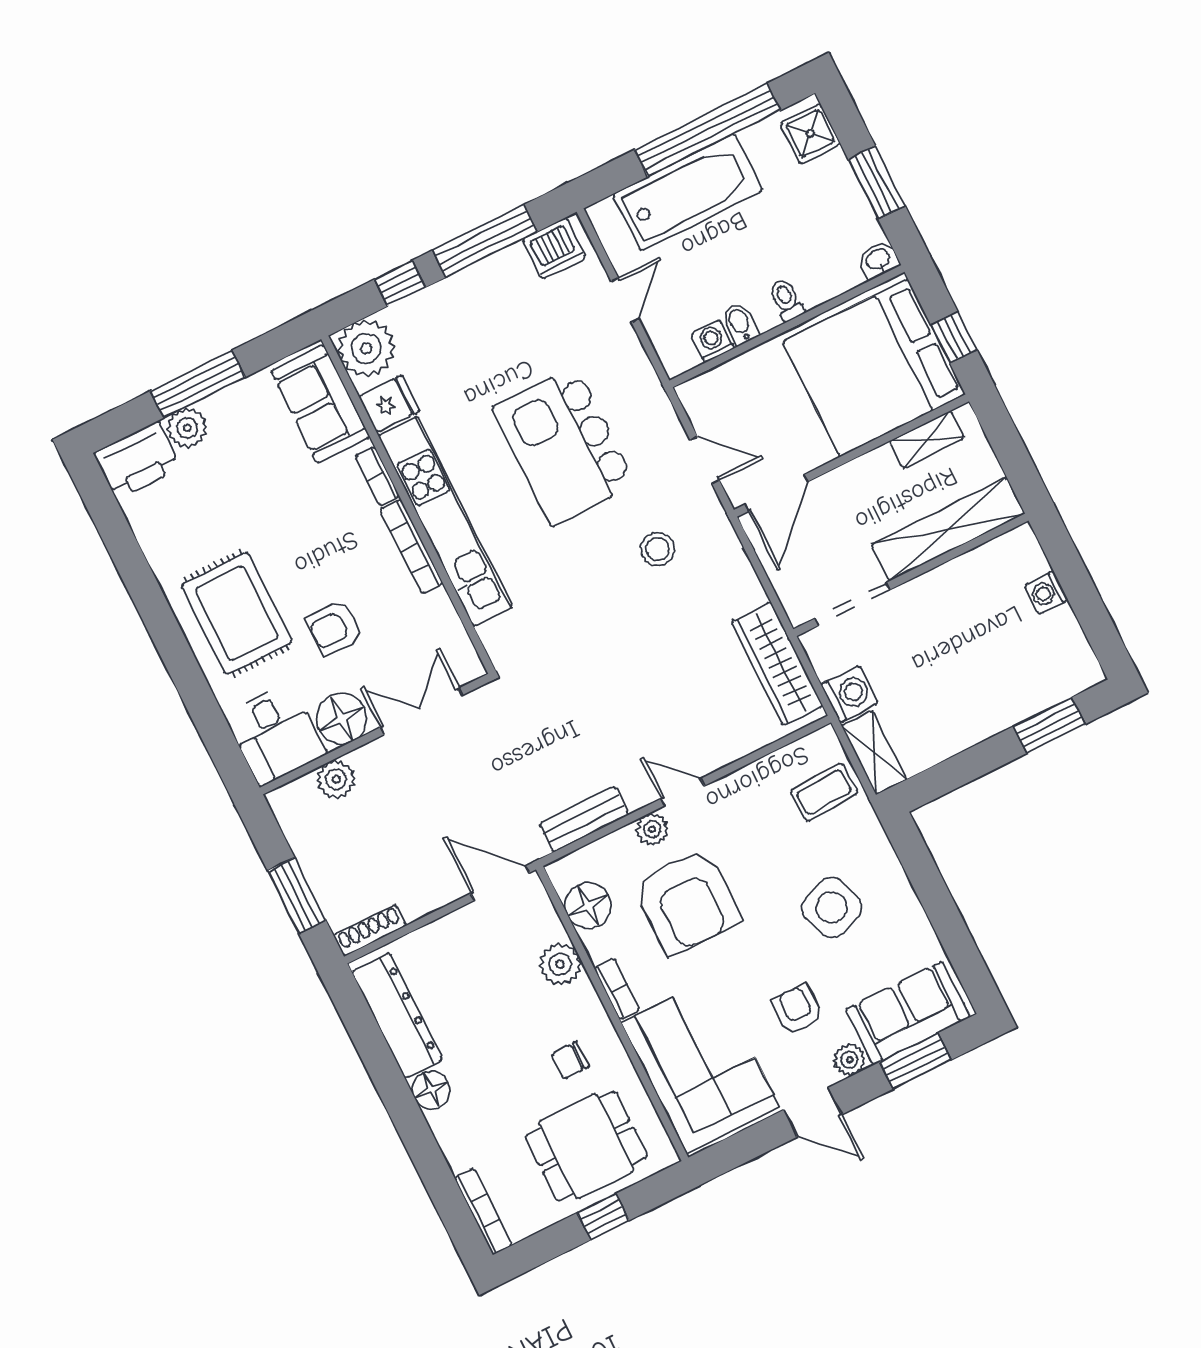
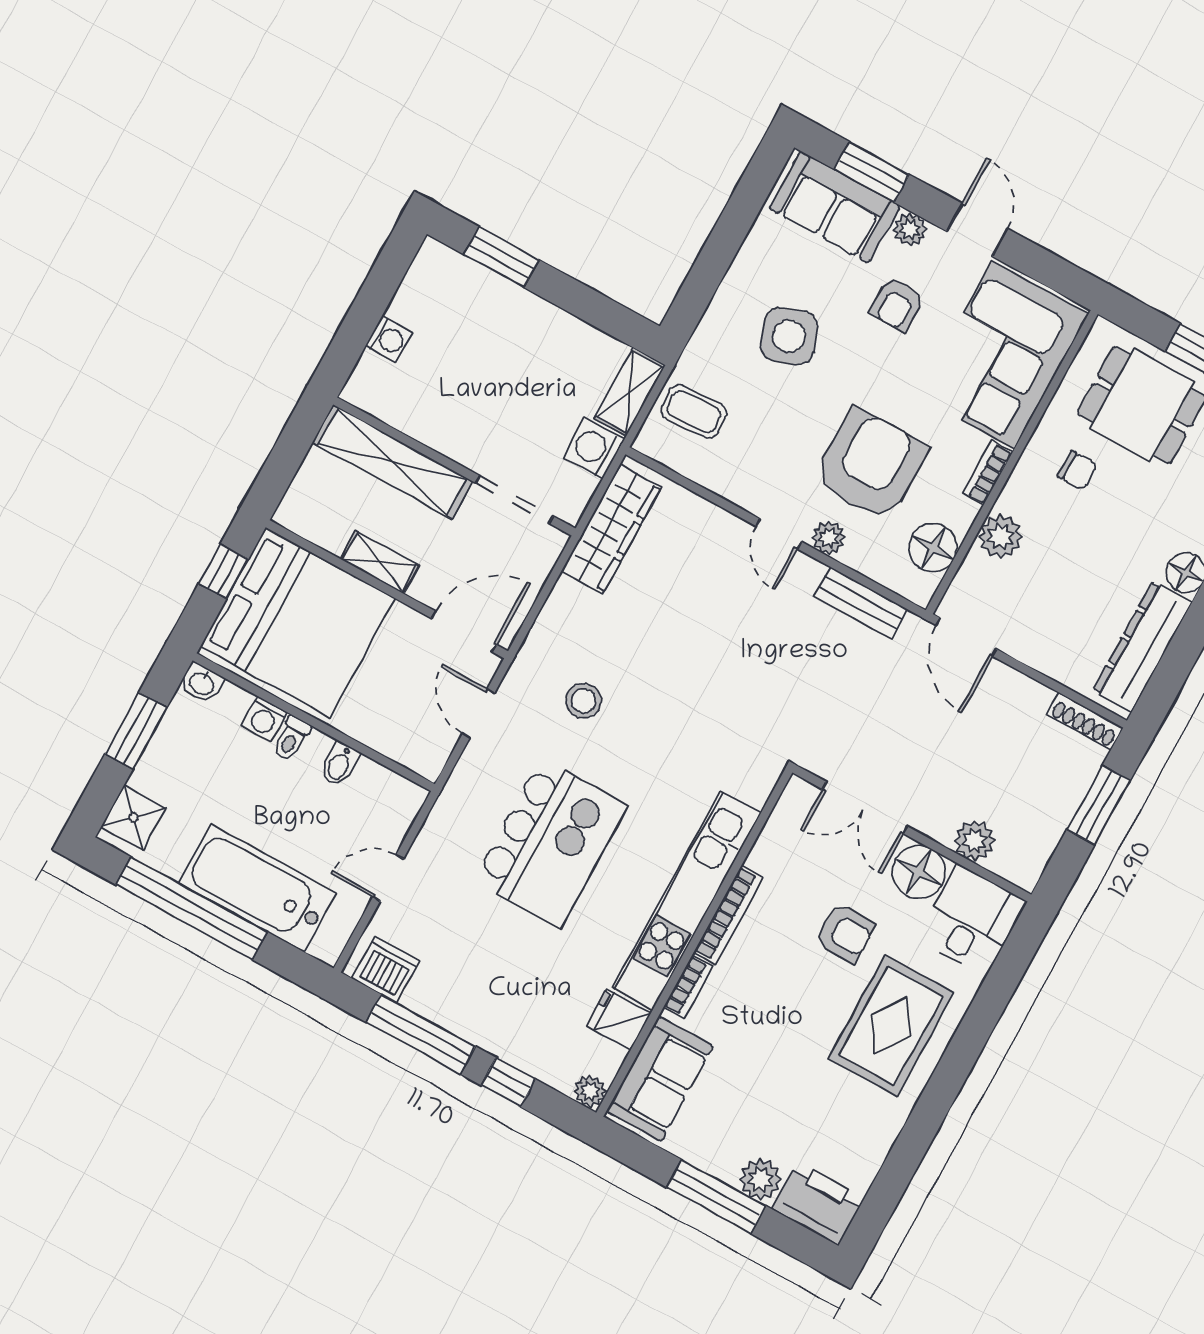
washing machine: (713, 341) -> (264, 719), moved
plant: (366, 348) -> (590, 1091), width x0.53, depth x0.53
shelving: (927, 439) -> (380, 562), moved

